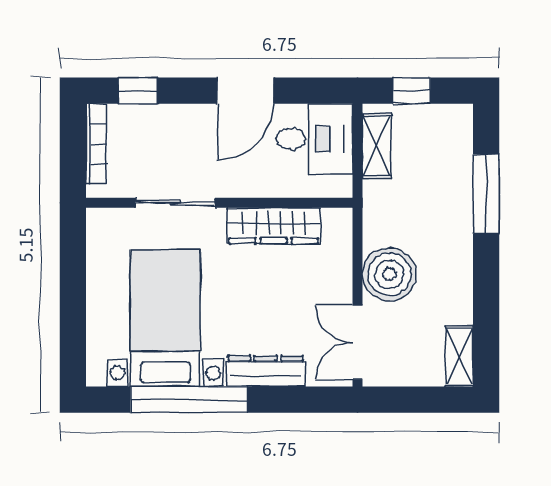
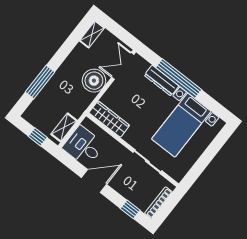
wardrobe: (274, 226) -> (109, 119), moved
double door: (358, 342) -> (123, 66), swing flipped
window: (189, 400) -> (179, 79), moved

